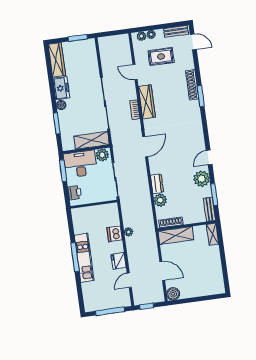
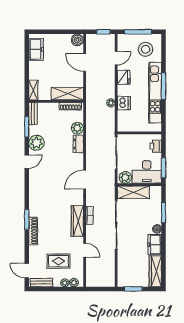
kitchen unit: (84, 258) -> (155, 93), width x1.36
freezer: (216, 278) -> (36, 49), added
stool: (99, 294) -> (146, 49), added

